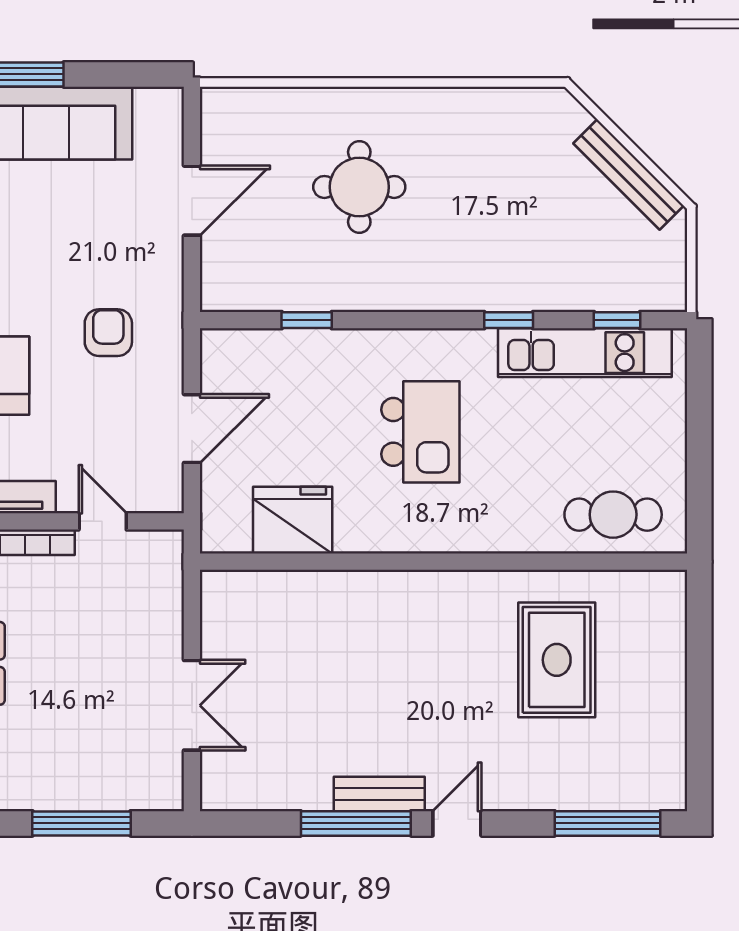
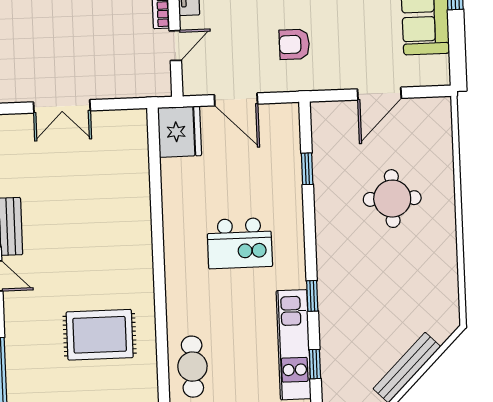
door: (192, 201) -> (379, 94), hinge flipped
armchair: (108, 333) -> (294, 44), turned 180
fridge: (293, 520) -> (180, 132), moved

